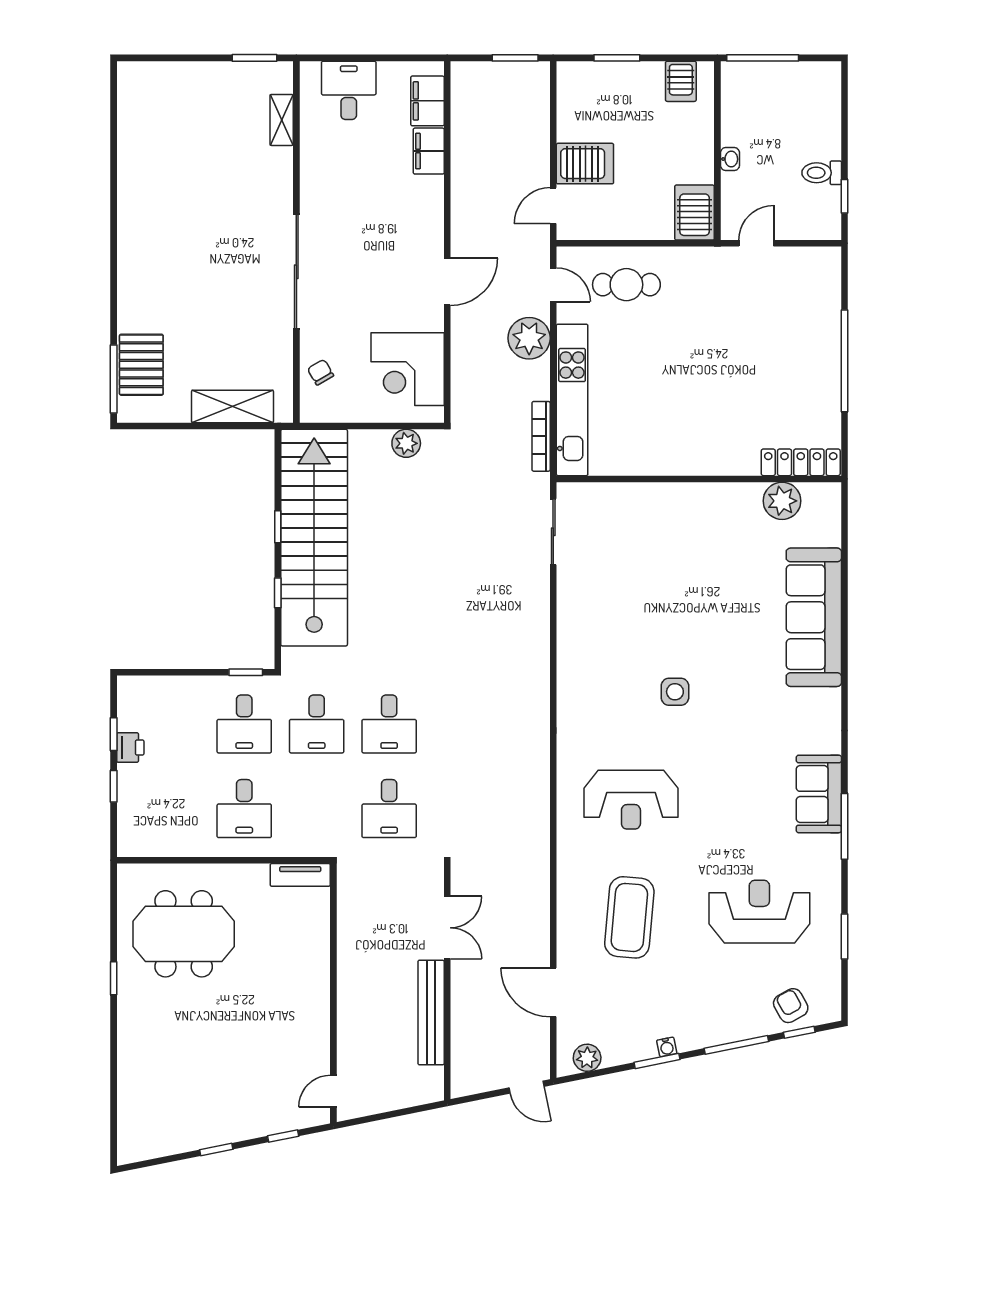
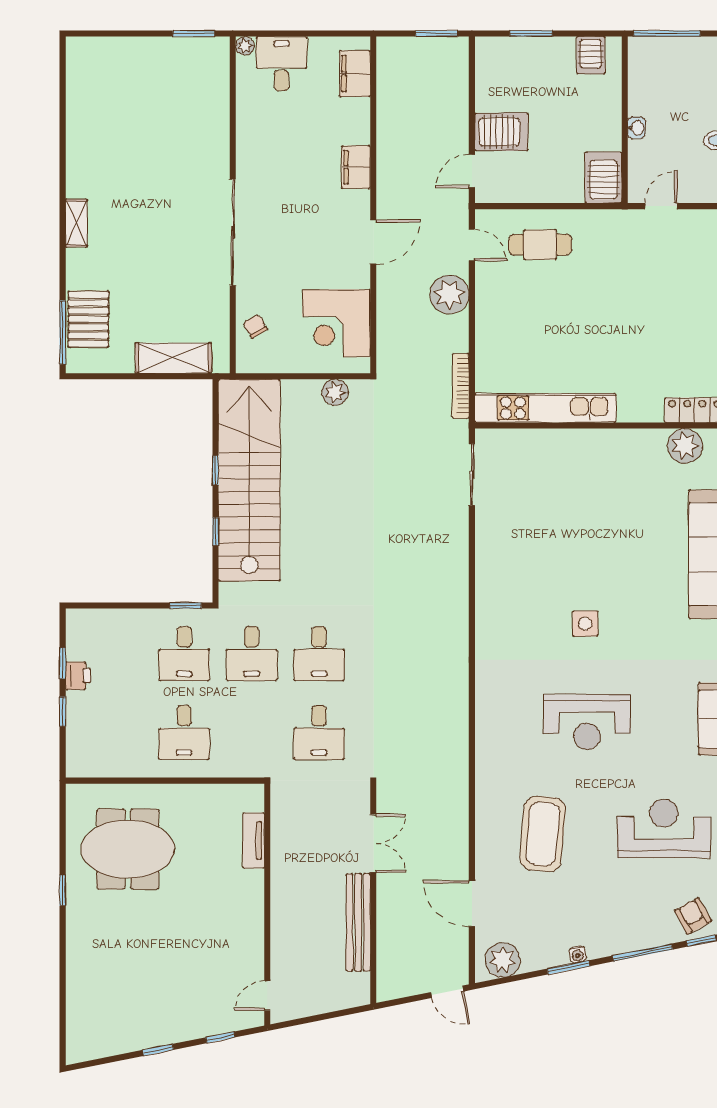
plant: (309, 71) -> (245, 46), added
shelving: (282, 120) -> (76, 223), moved
filing cabinet: (429, 151) -> (356, 167), moved
kitchen unit: (572, 400) -> (545, 408), moved, turned -90
reception desk: (631, 800) -> (587, 722), moved
tv unit: (300, 875) -> (254, 840), moved, turned 90
plant: (587, 1058) -> (503, 960), width x1.36, depth x1.36

